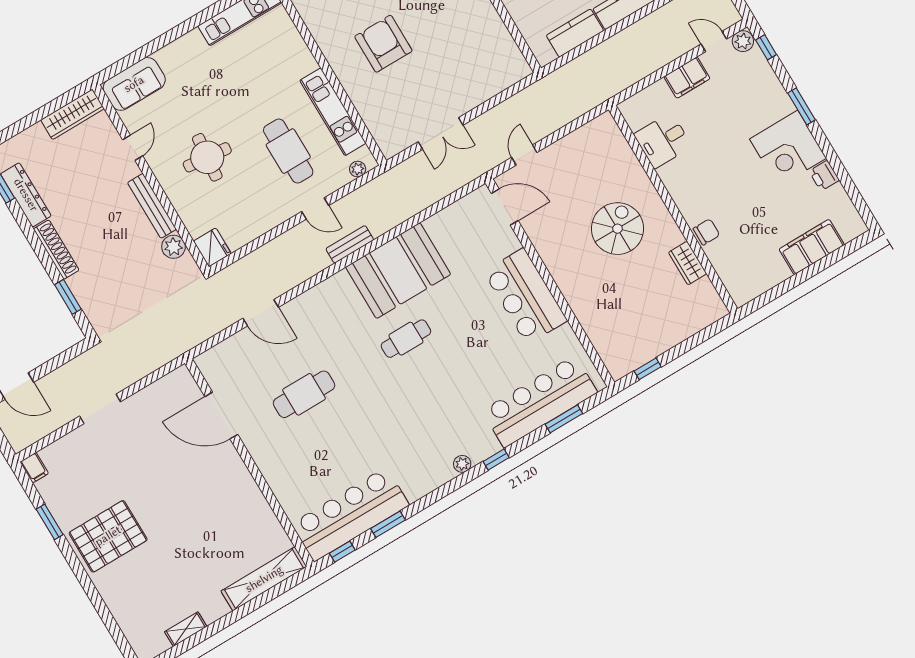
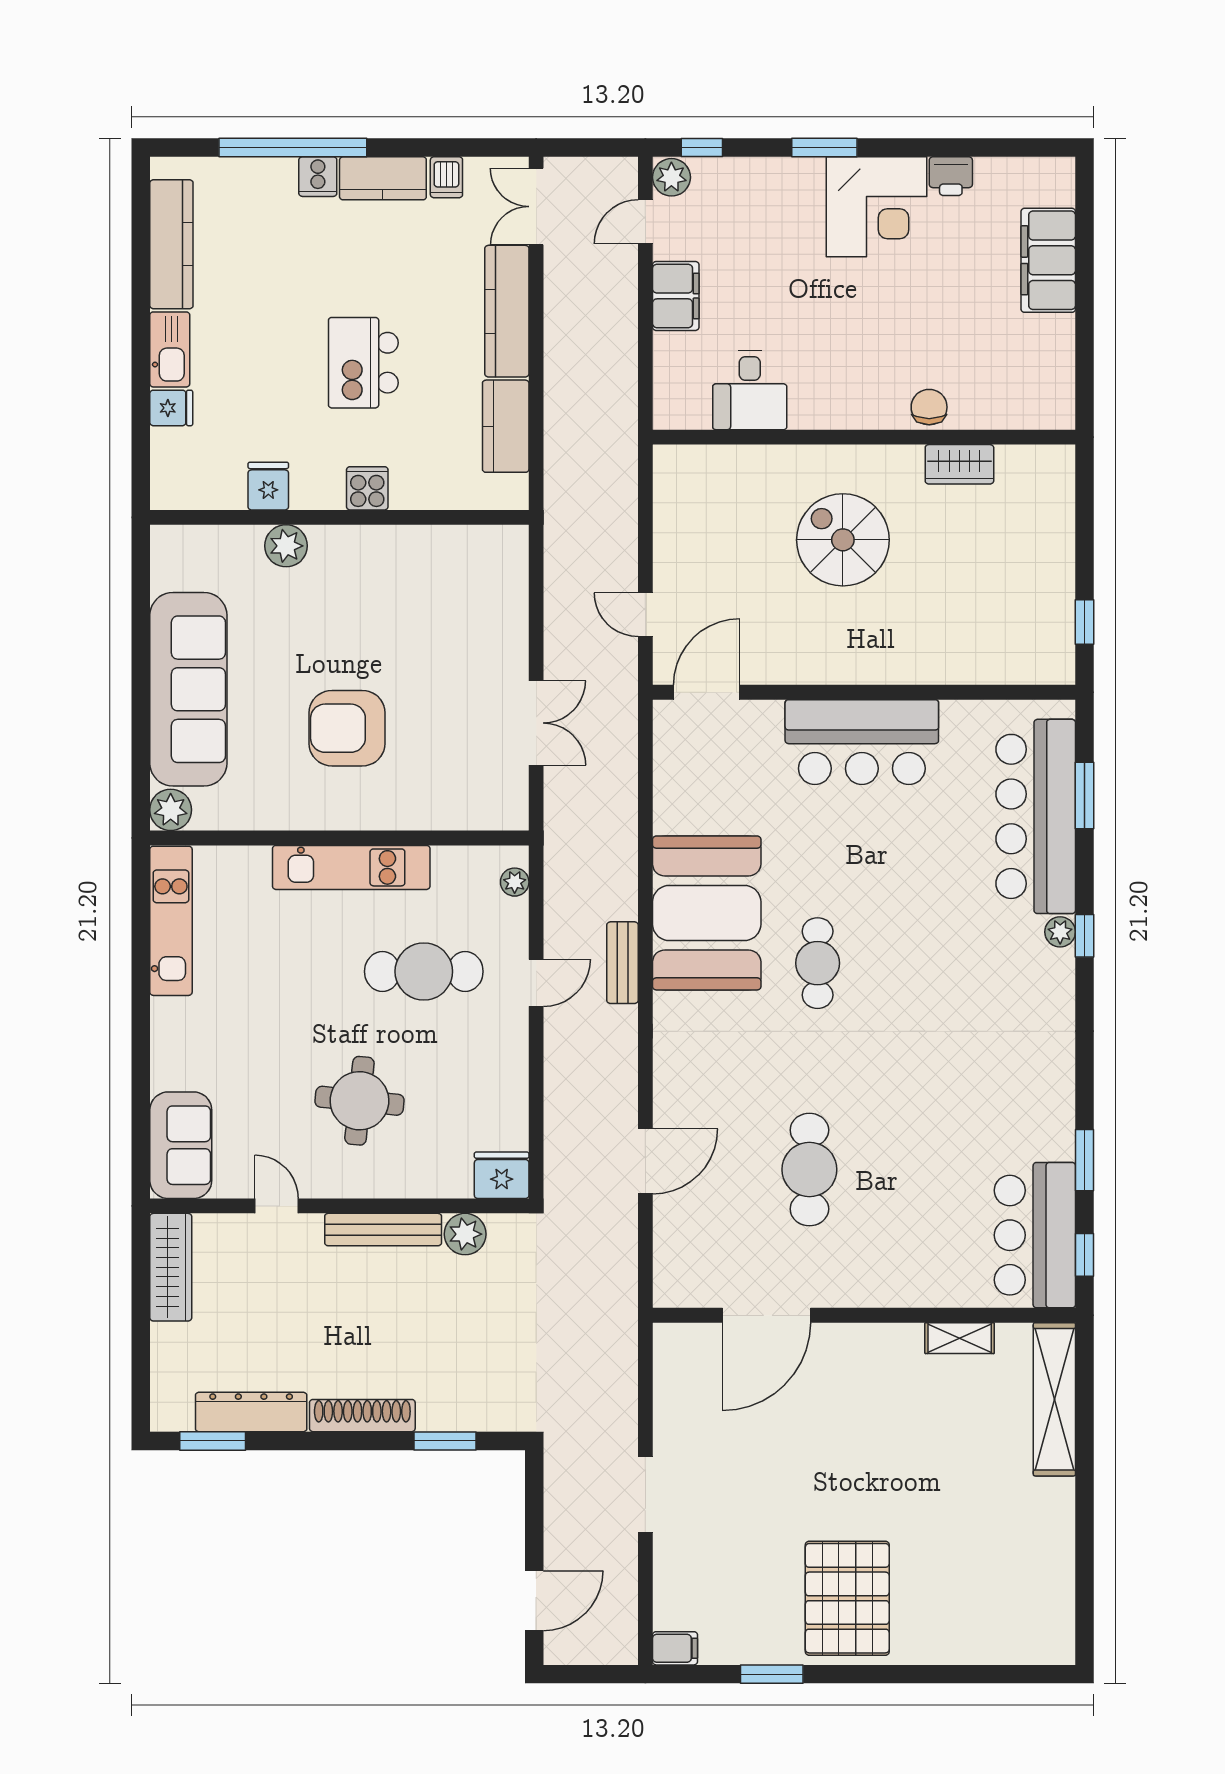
kitchen unit: (333, 112) -> (351, 867), moved
plant: (462, 464) -> (1060, 932), moved
bar counter: (350, 514) -> (1035, 1235), width x0.73
shelving: (186, 629) -> (960, 1338), moved, turned 90

